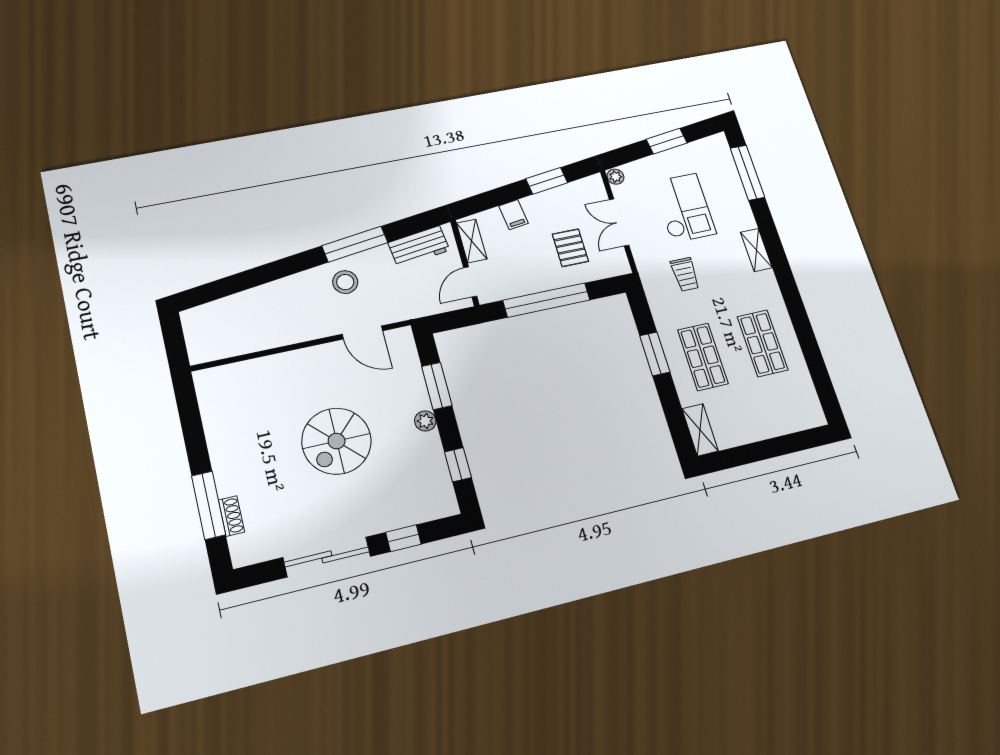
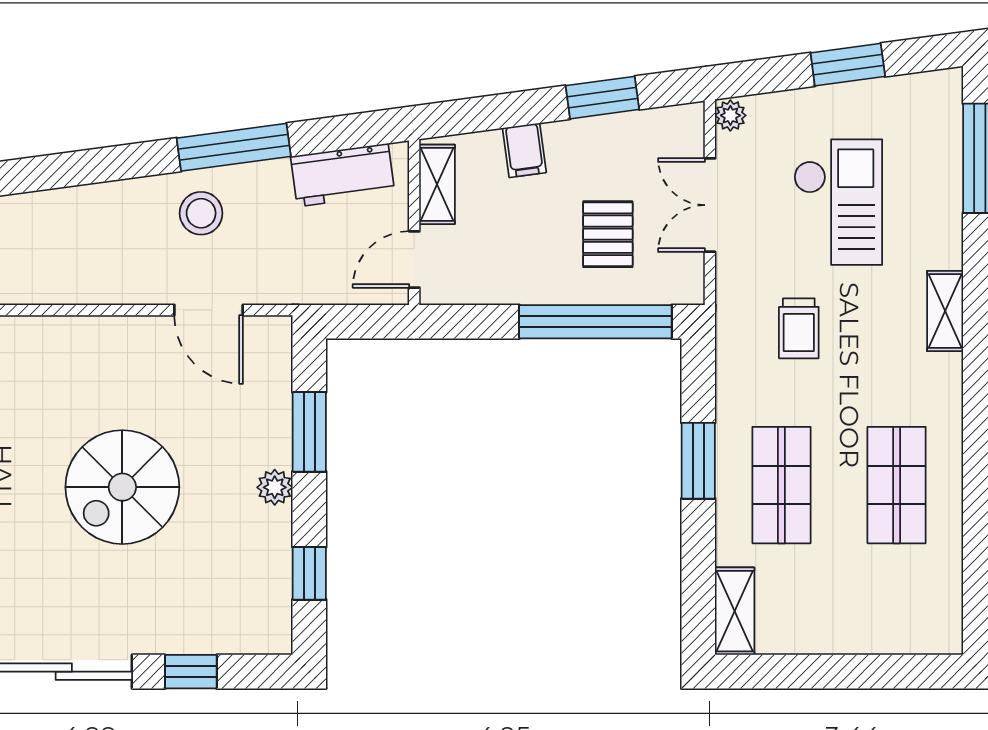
window: (547, 300) -> (595, 322), moved

